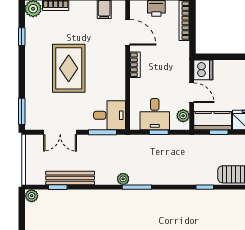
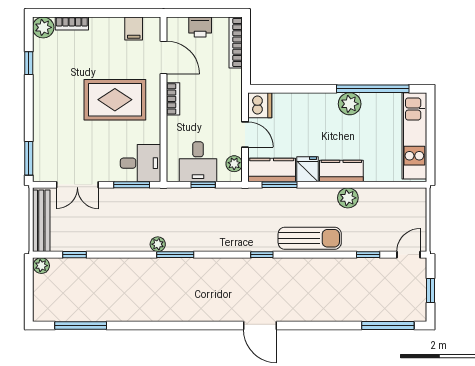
rug: (69, 68) -> (115, 100), moved, turned 90
window: (219, 132) -> (279, 185), width x1.50
bench: (70, 178) -> (41, 221), moved, turned 90

